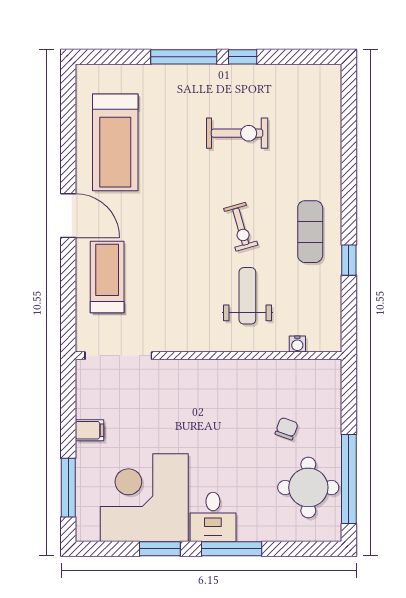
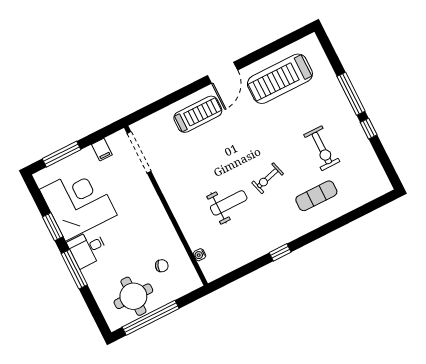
exercise mat: (310, 232) -> (316, 196), moved
water cooler: (297, 344) -> (199, 255), moved
doorway: (118, 356) -> (139, 152), moved
wall: (209, 356) -> (166, 206), moved

